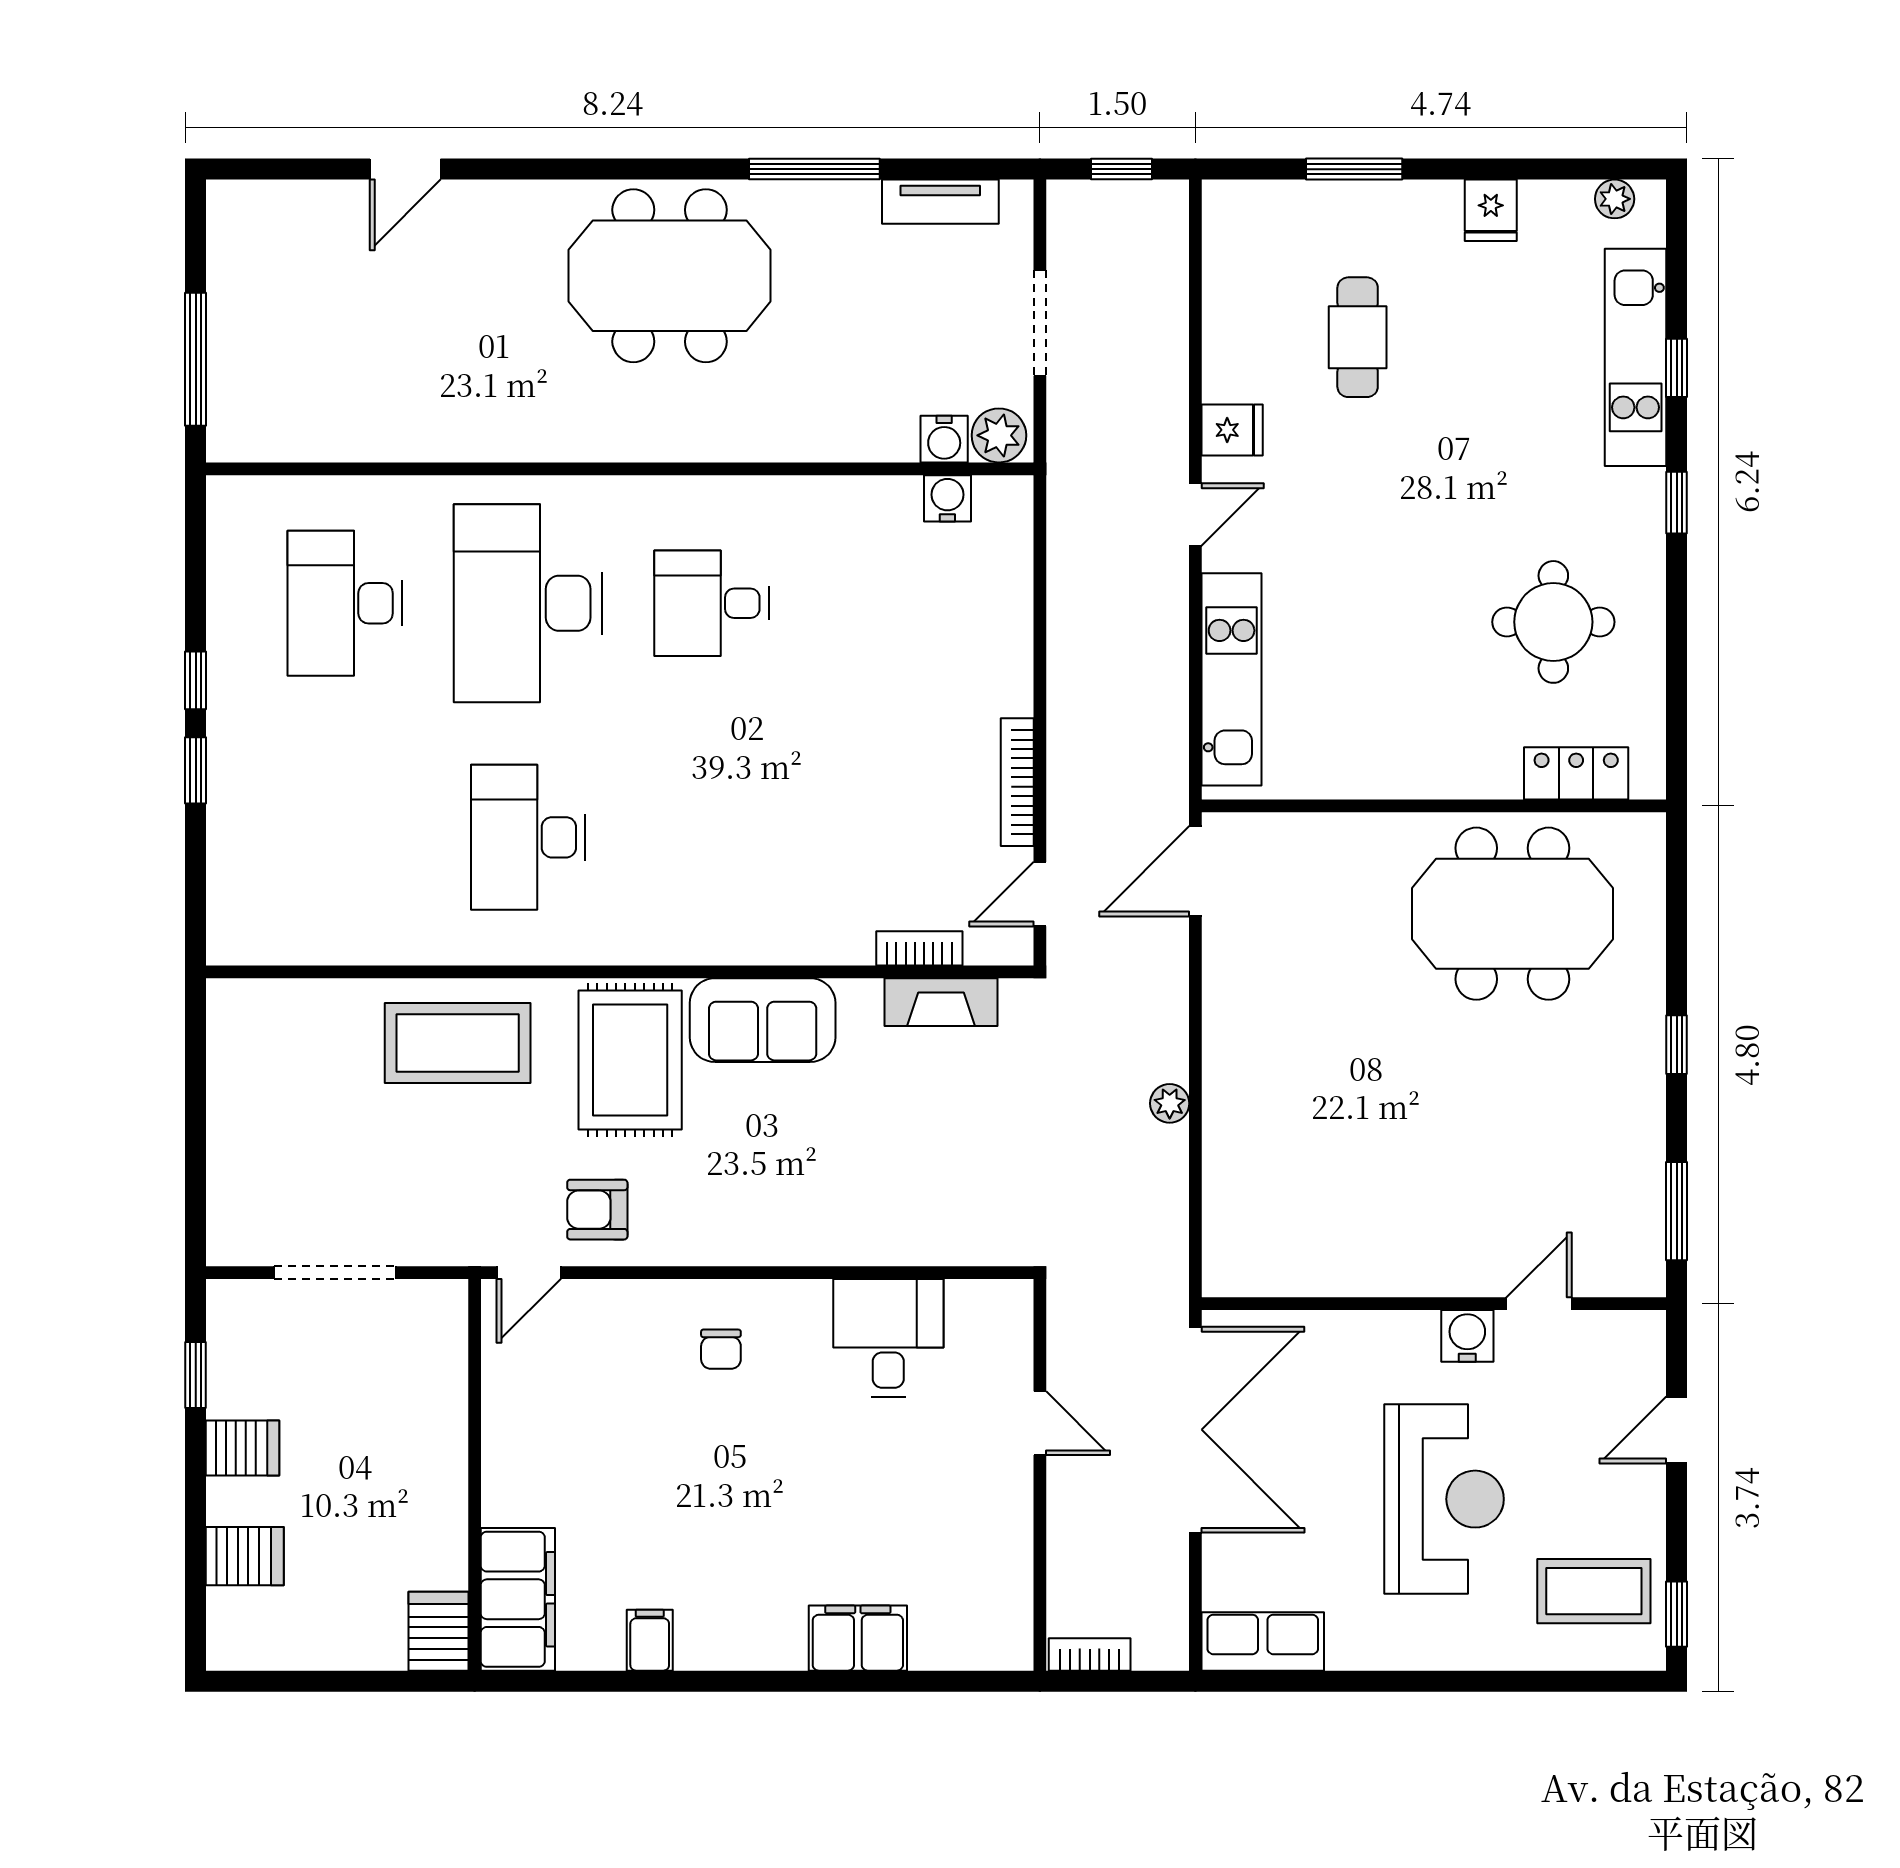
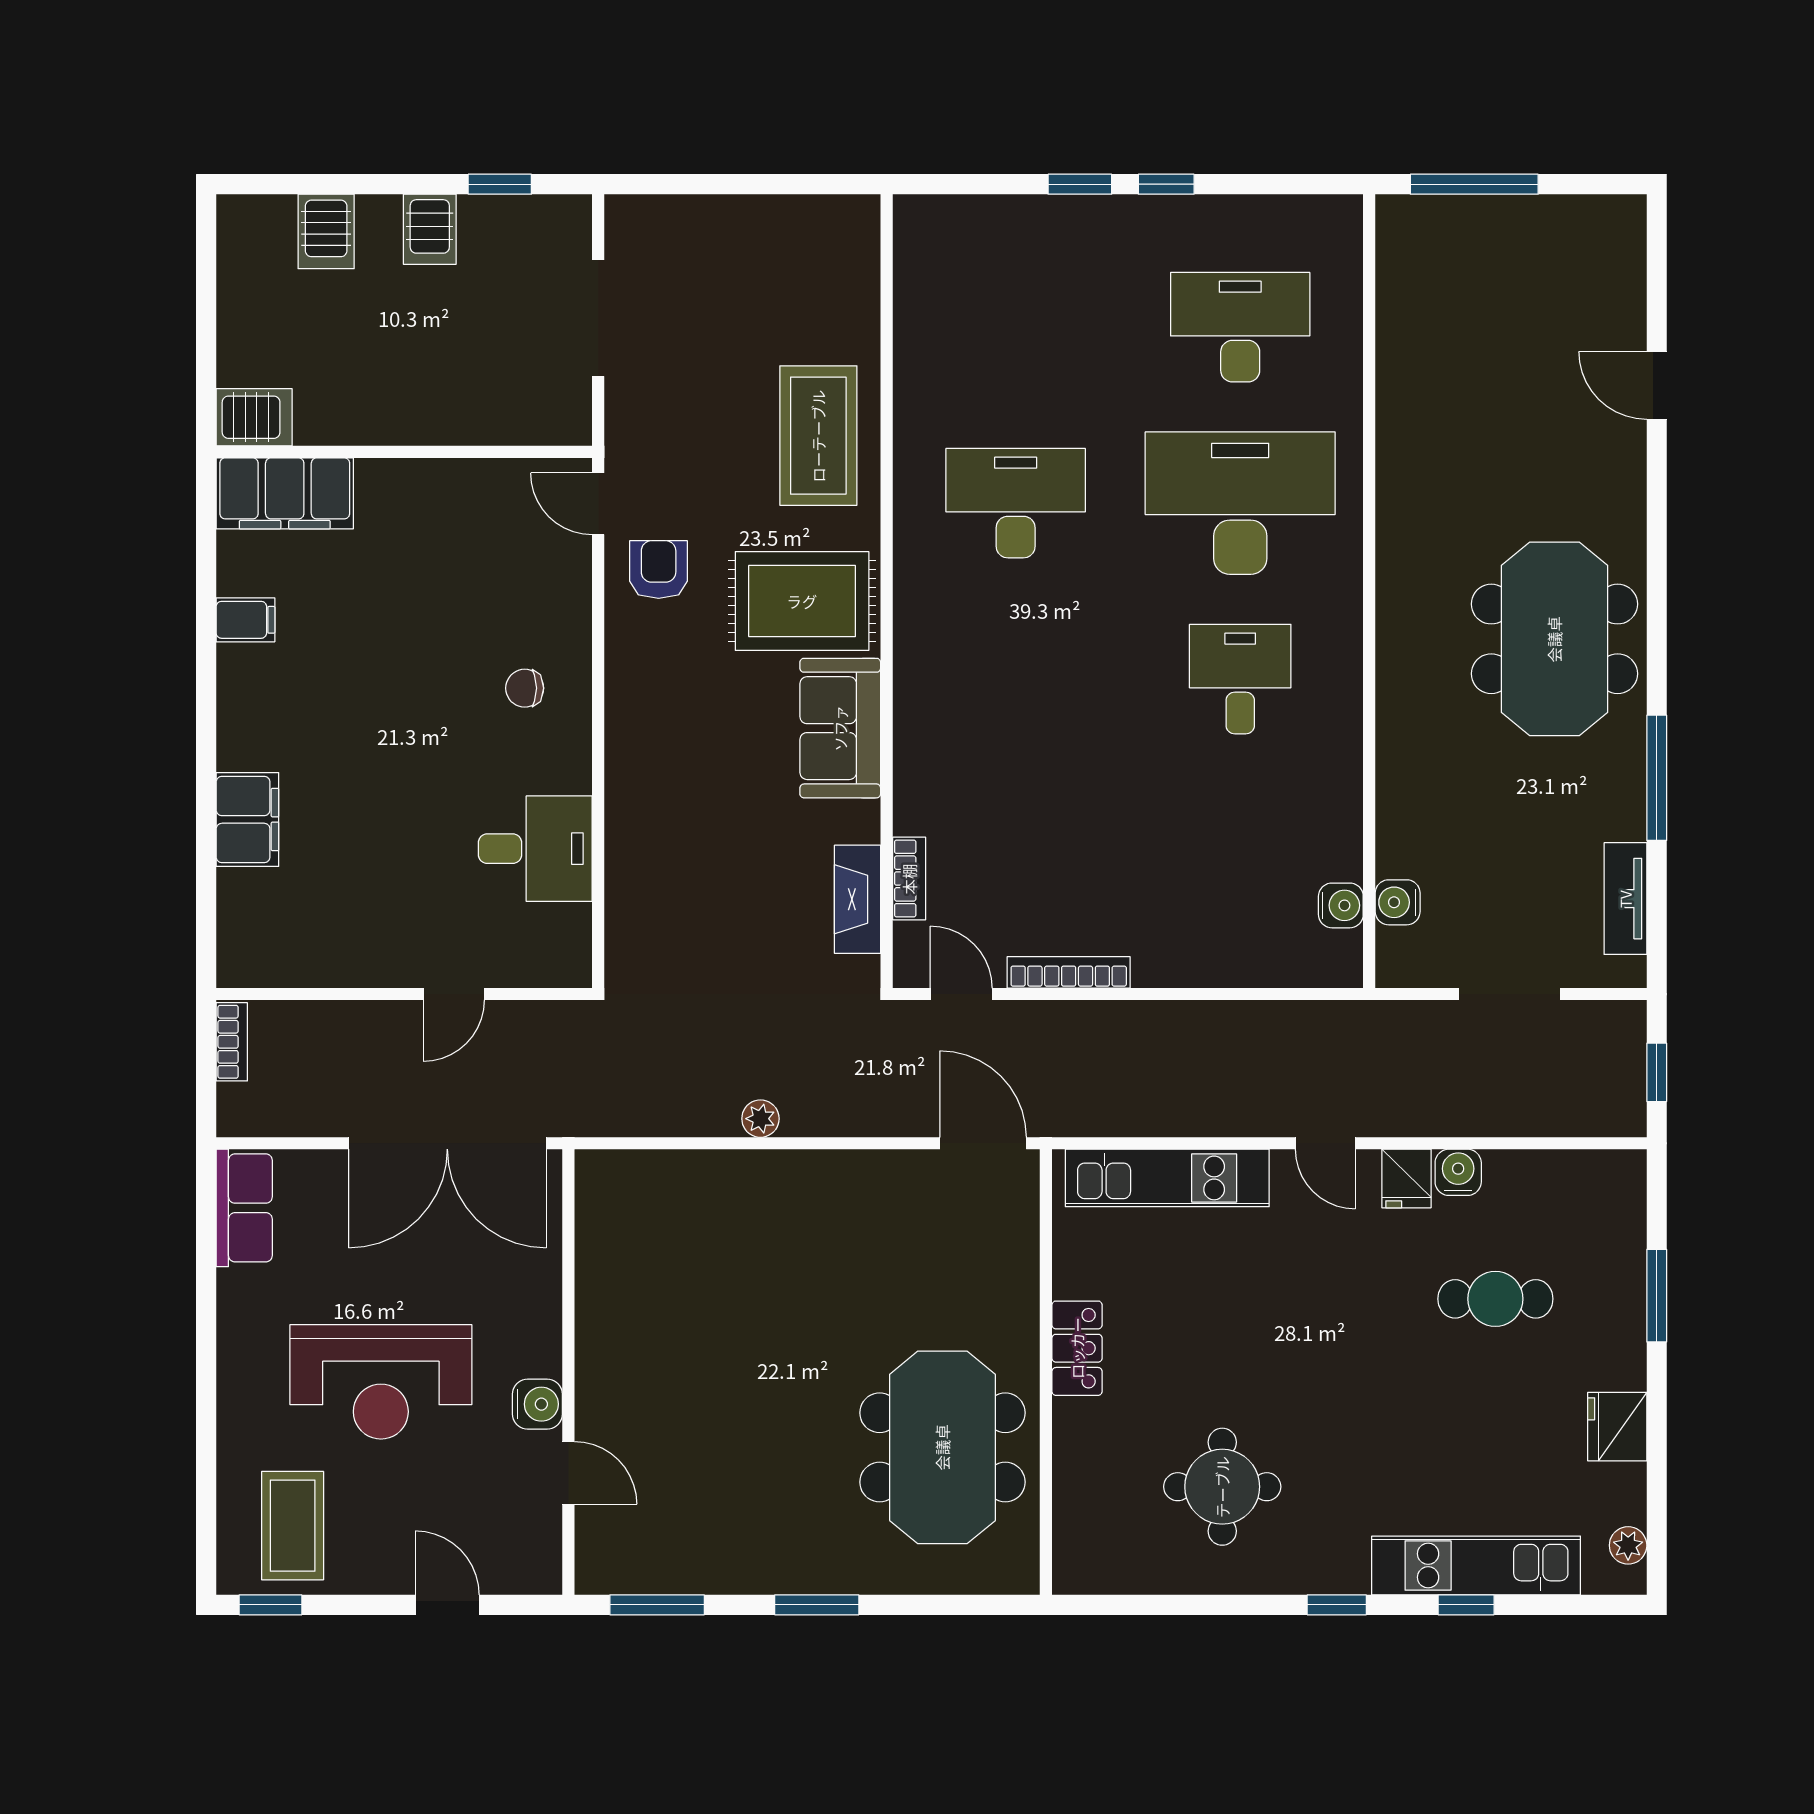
fridge: (1491, 210) -> (1617, 1427), width x1.38
water cooler: (1226, 376) -> (1458, 1172), added
plant: (999, 435) -> (1401, 955), removed
locker: (1576, 773) -> (1077, 1348), moved
window: (1677, 1045) -> (817, 1605), width x1.50

